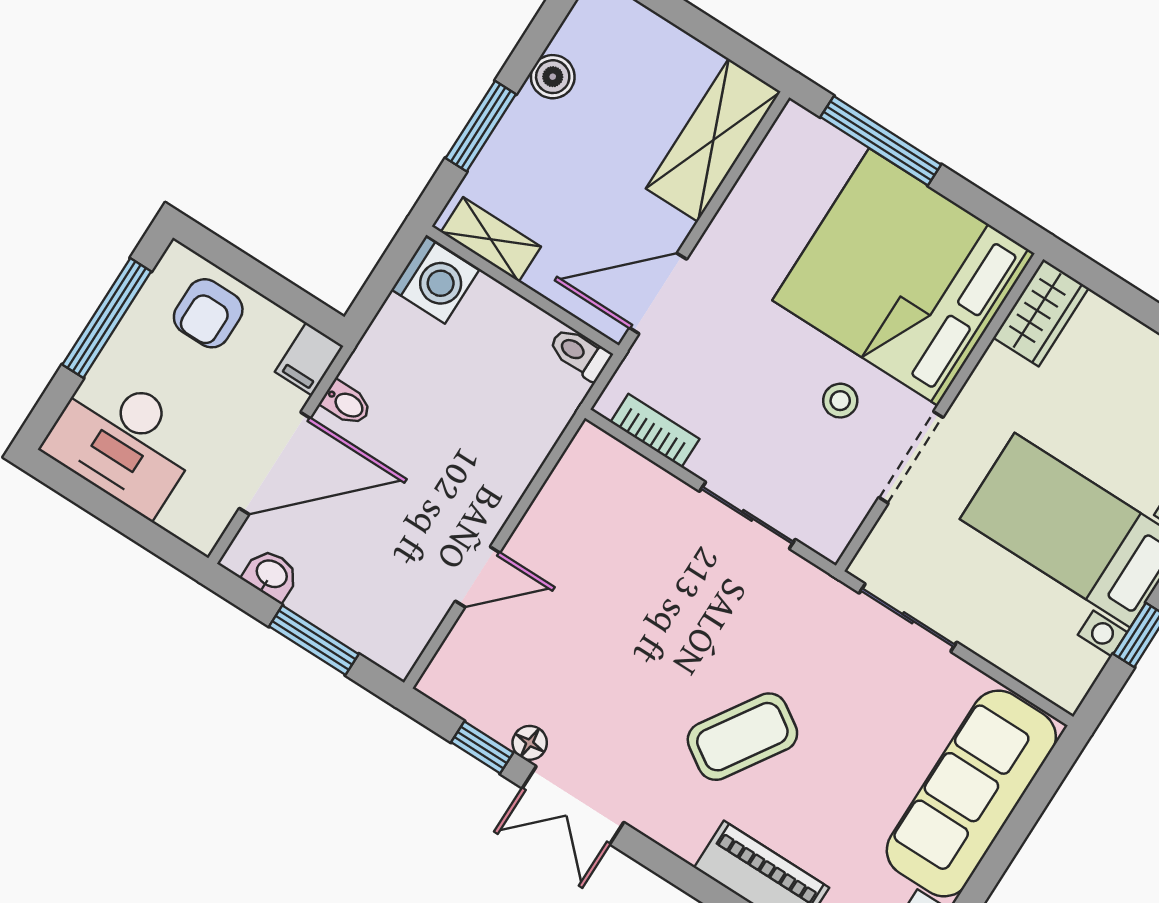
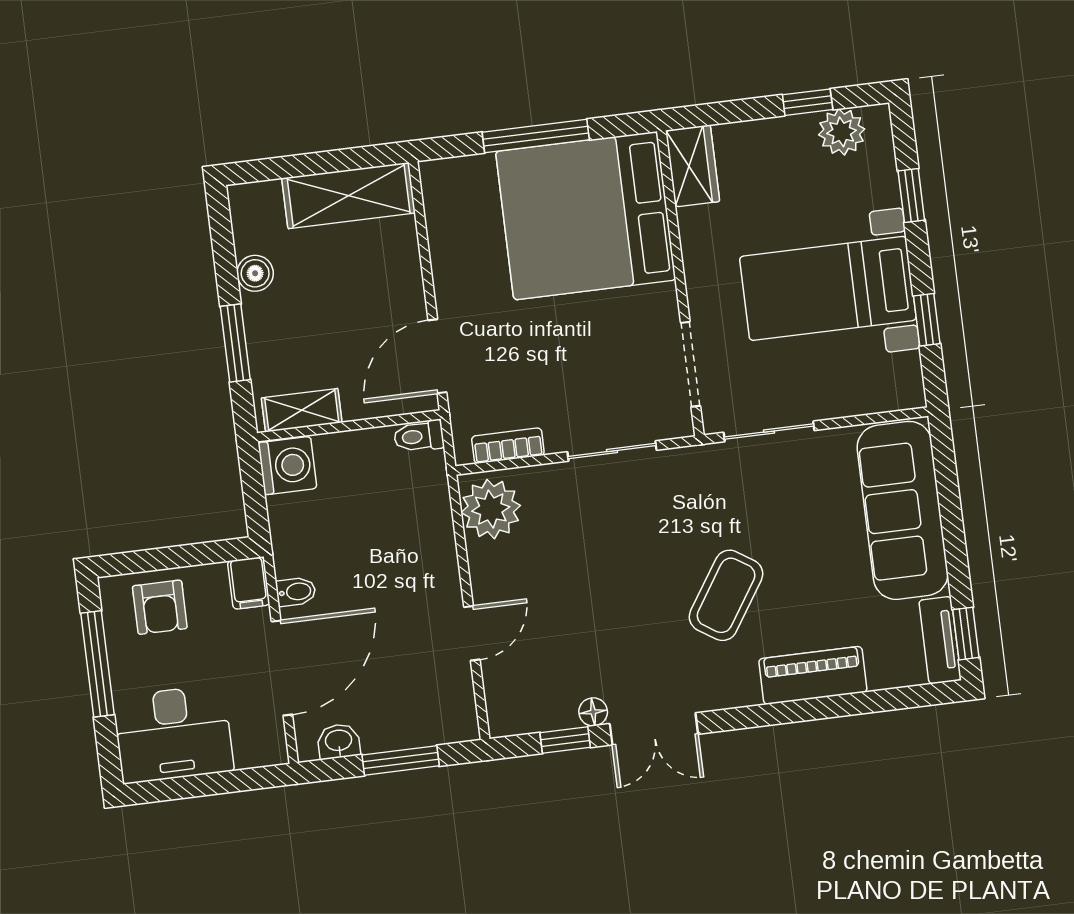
shelving: (713, 140) -> (349, 196), moved, turned 90
window: (881, 141) -> (536, 136), moved
stool: (840, 401) -> (611, 328), removed
doorway: (911, 457) -> (691, 364), moved
plant: (590, 476) -> (491, 509), added

